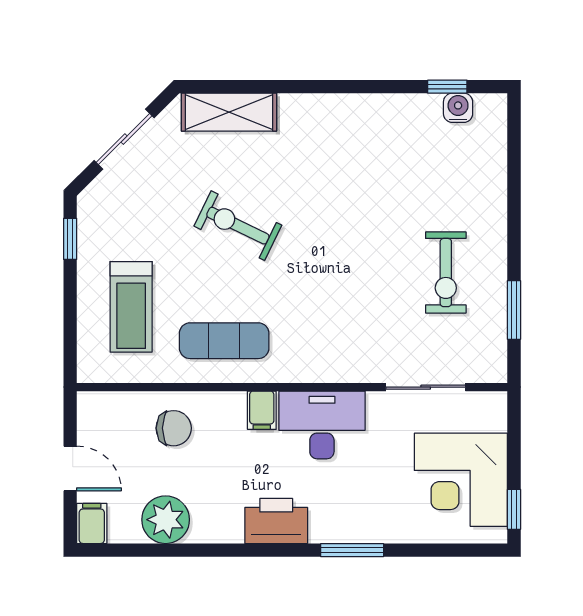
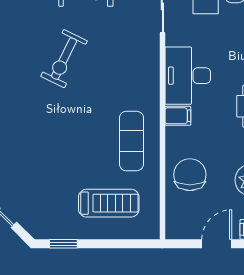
exercise bike: (238, 226) -> (64, 59), moved
chair: (174, 428) -> (190, 175), width x1.37, depth x1.37

